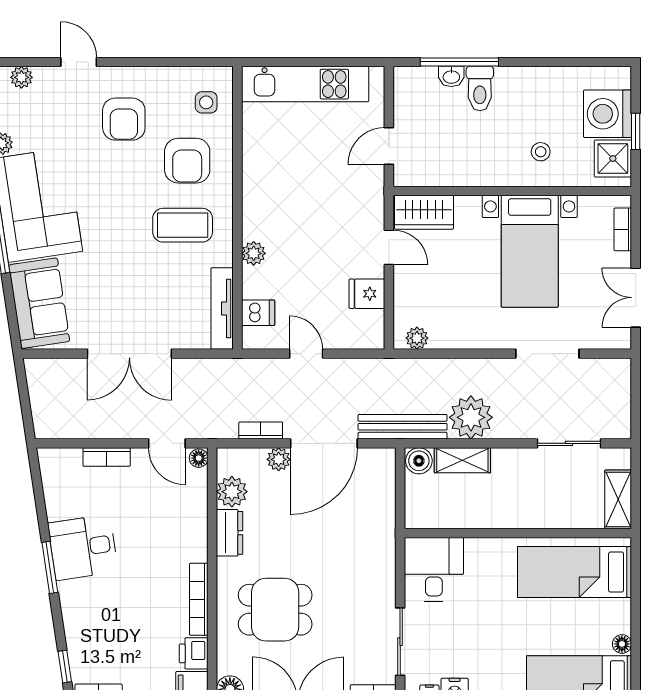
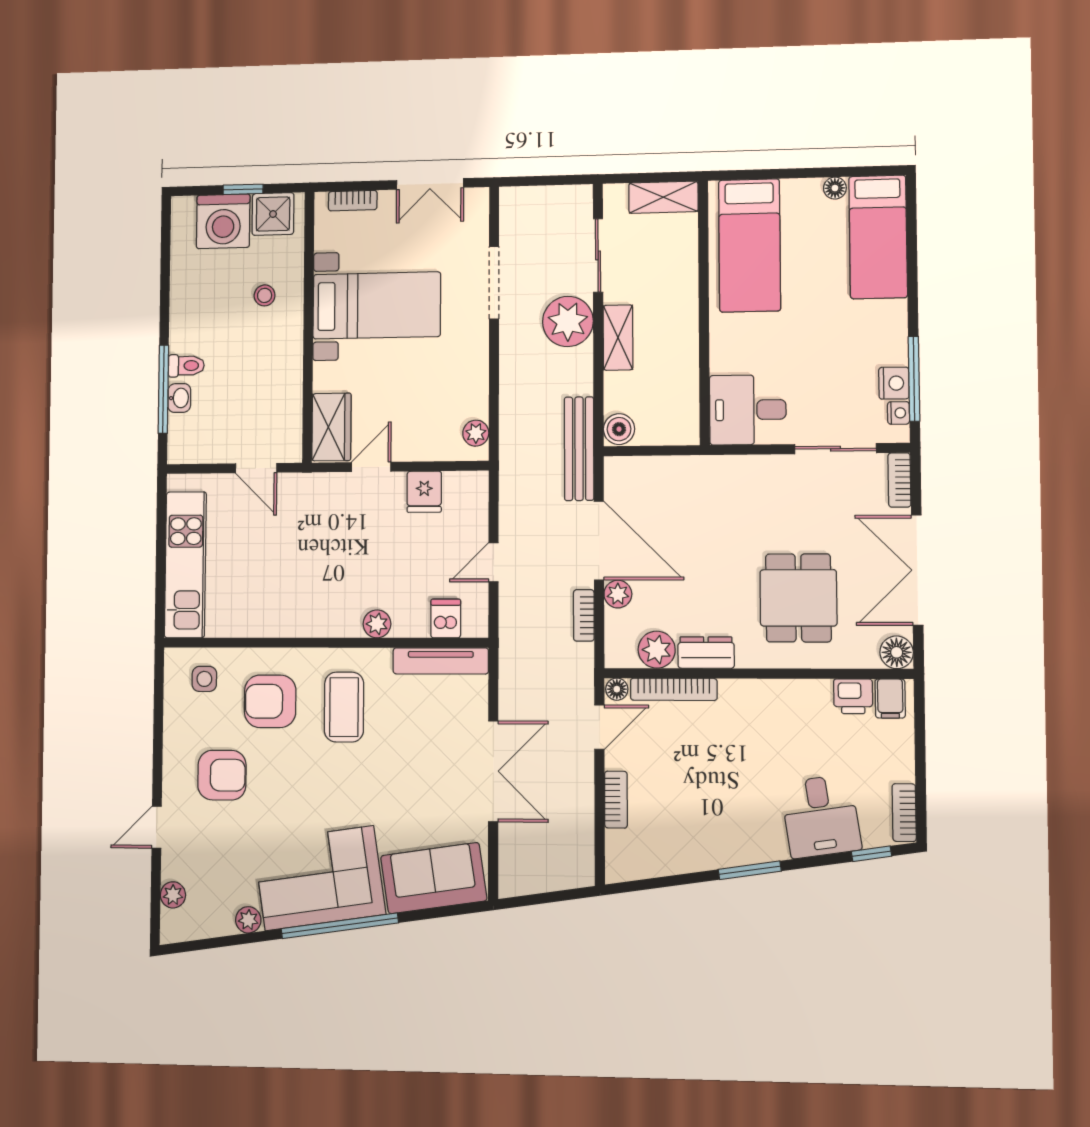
toilet: (480, 89) -> (186, 366), width x0.73, depth x0.72
armchair: (187, 161) -> (270, 701), turned 180
plant: (471, 417) -> (568, 321), moved
shelving: (462, 460) -> (618, 338), moved
desk: (83, 547) -> (821, 816), moved
bookcase: (199, 599) -> (674, 689), moved

